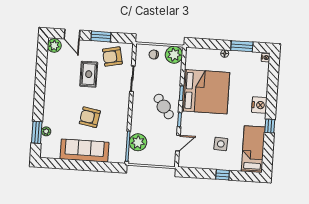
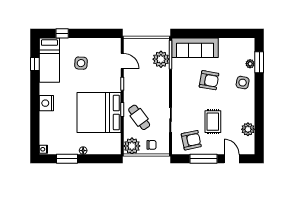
window: (101, 37) -> (204, 159), width x1.44
plant: (54, 46) -> (248, 129), moved
cafe table: (164, 107) -> (139, 117), moved
side table: (55, 112) -> (243, 83), added
window: (270, 126) -> (35, 64), moved
door: (178, 143) -> (122, 61), swing flipped
sofa: (84, 151) -> (195, 48), moved
window: (223, 175) -> (62, 33), moved

